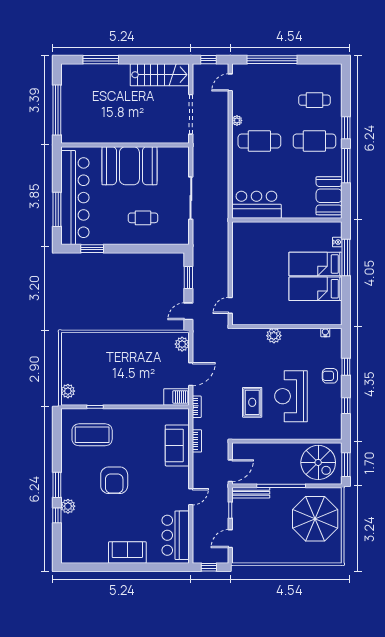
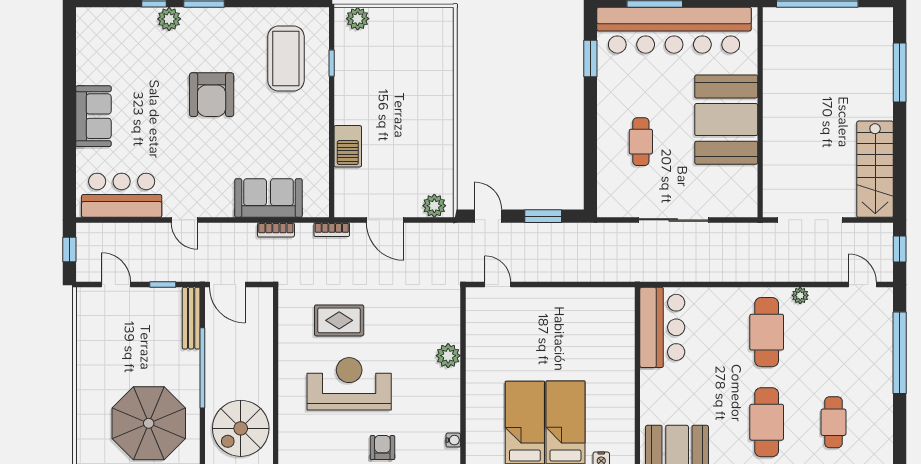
barbecue: (177, 397) -> (348, 146), moved
armchair: (114, 480) -> (212, 95), turned -90

